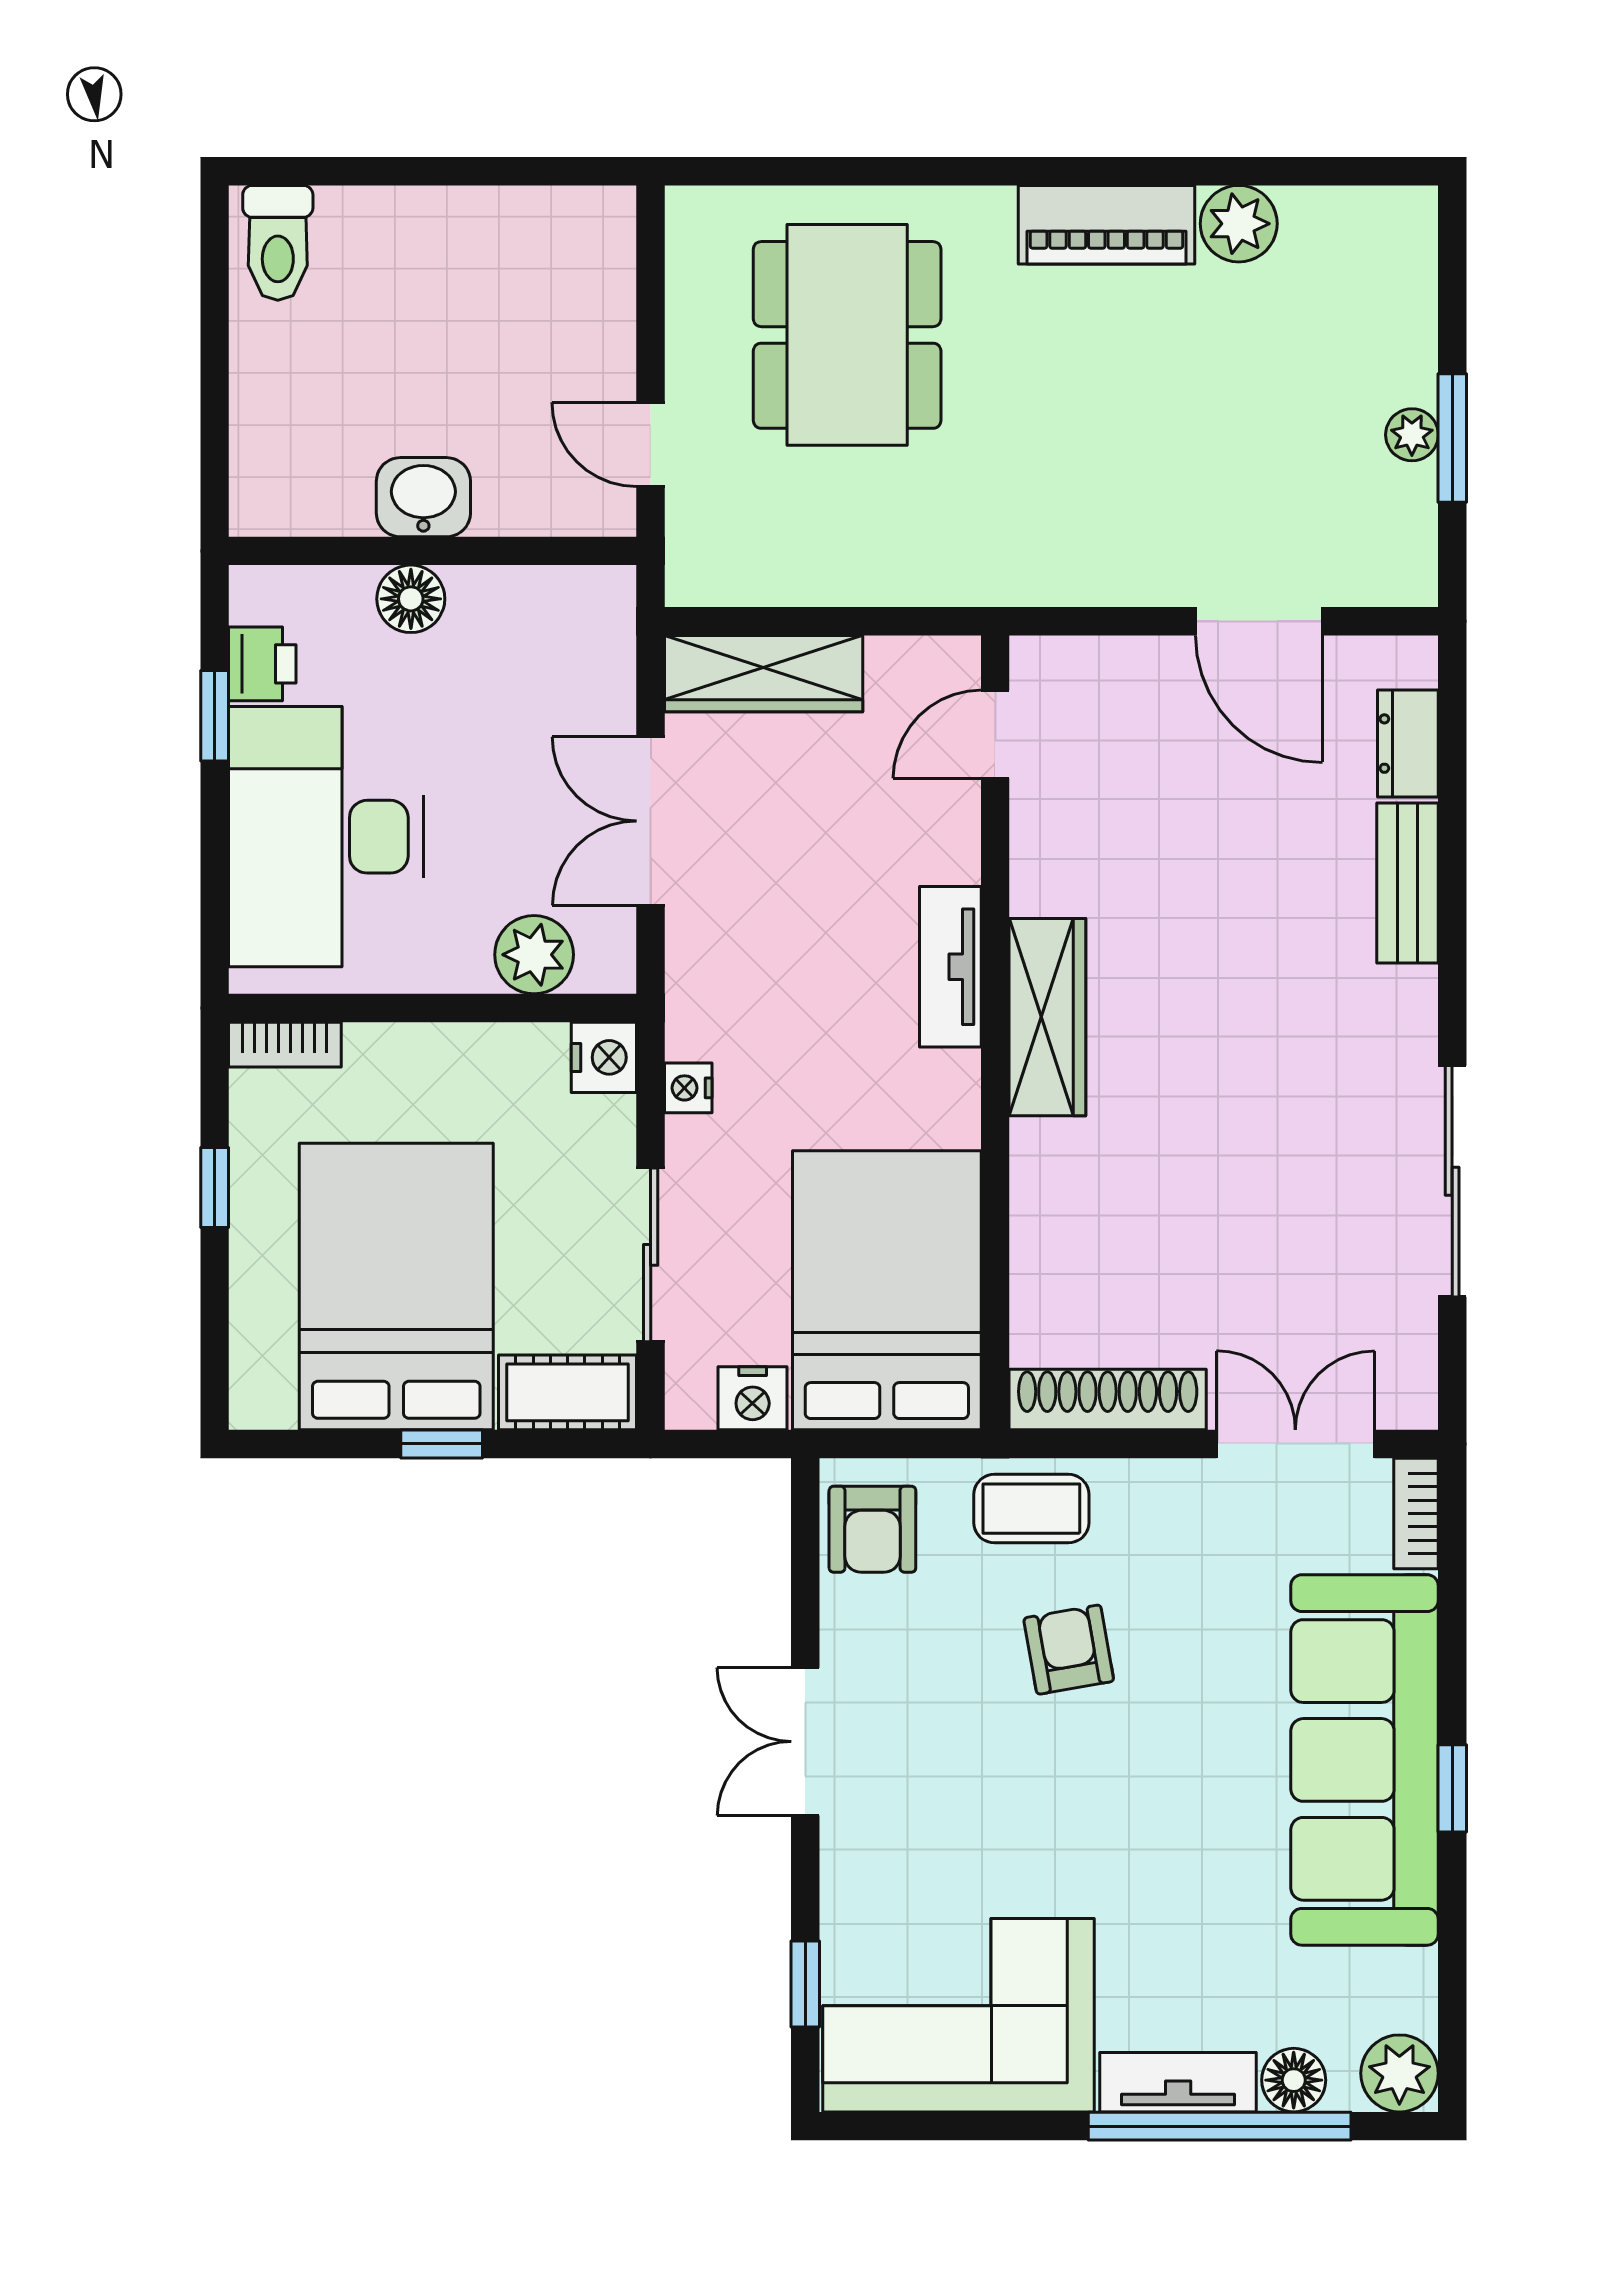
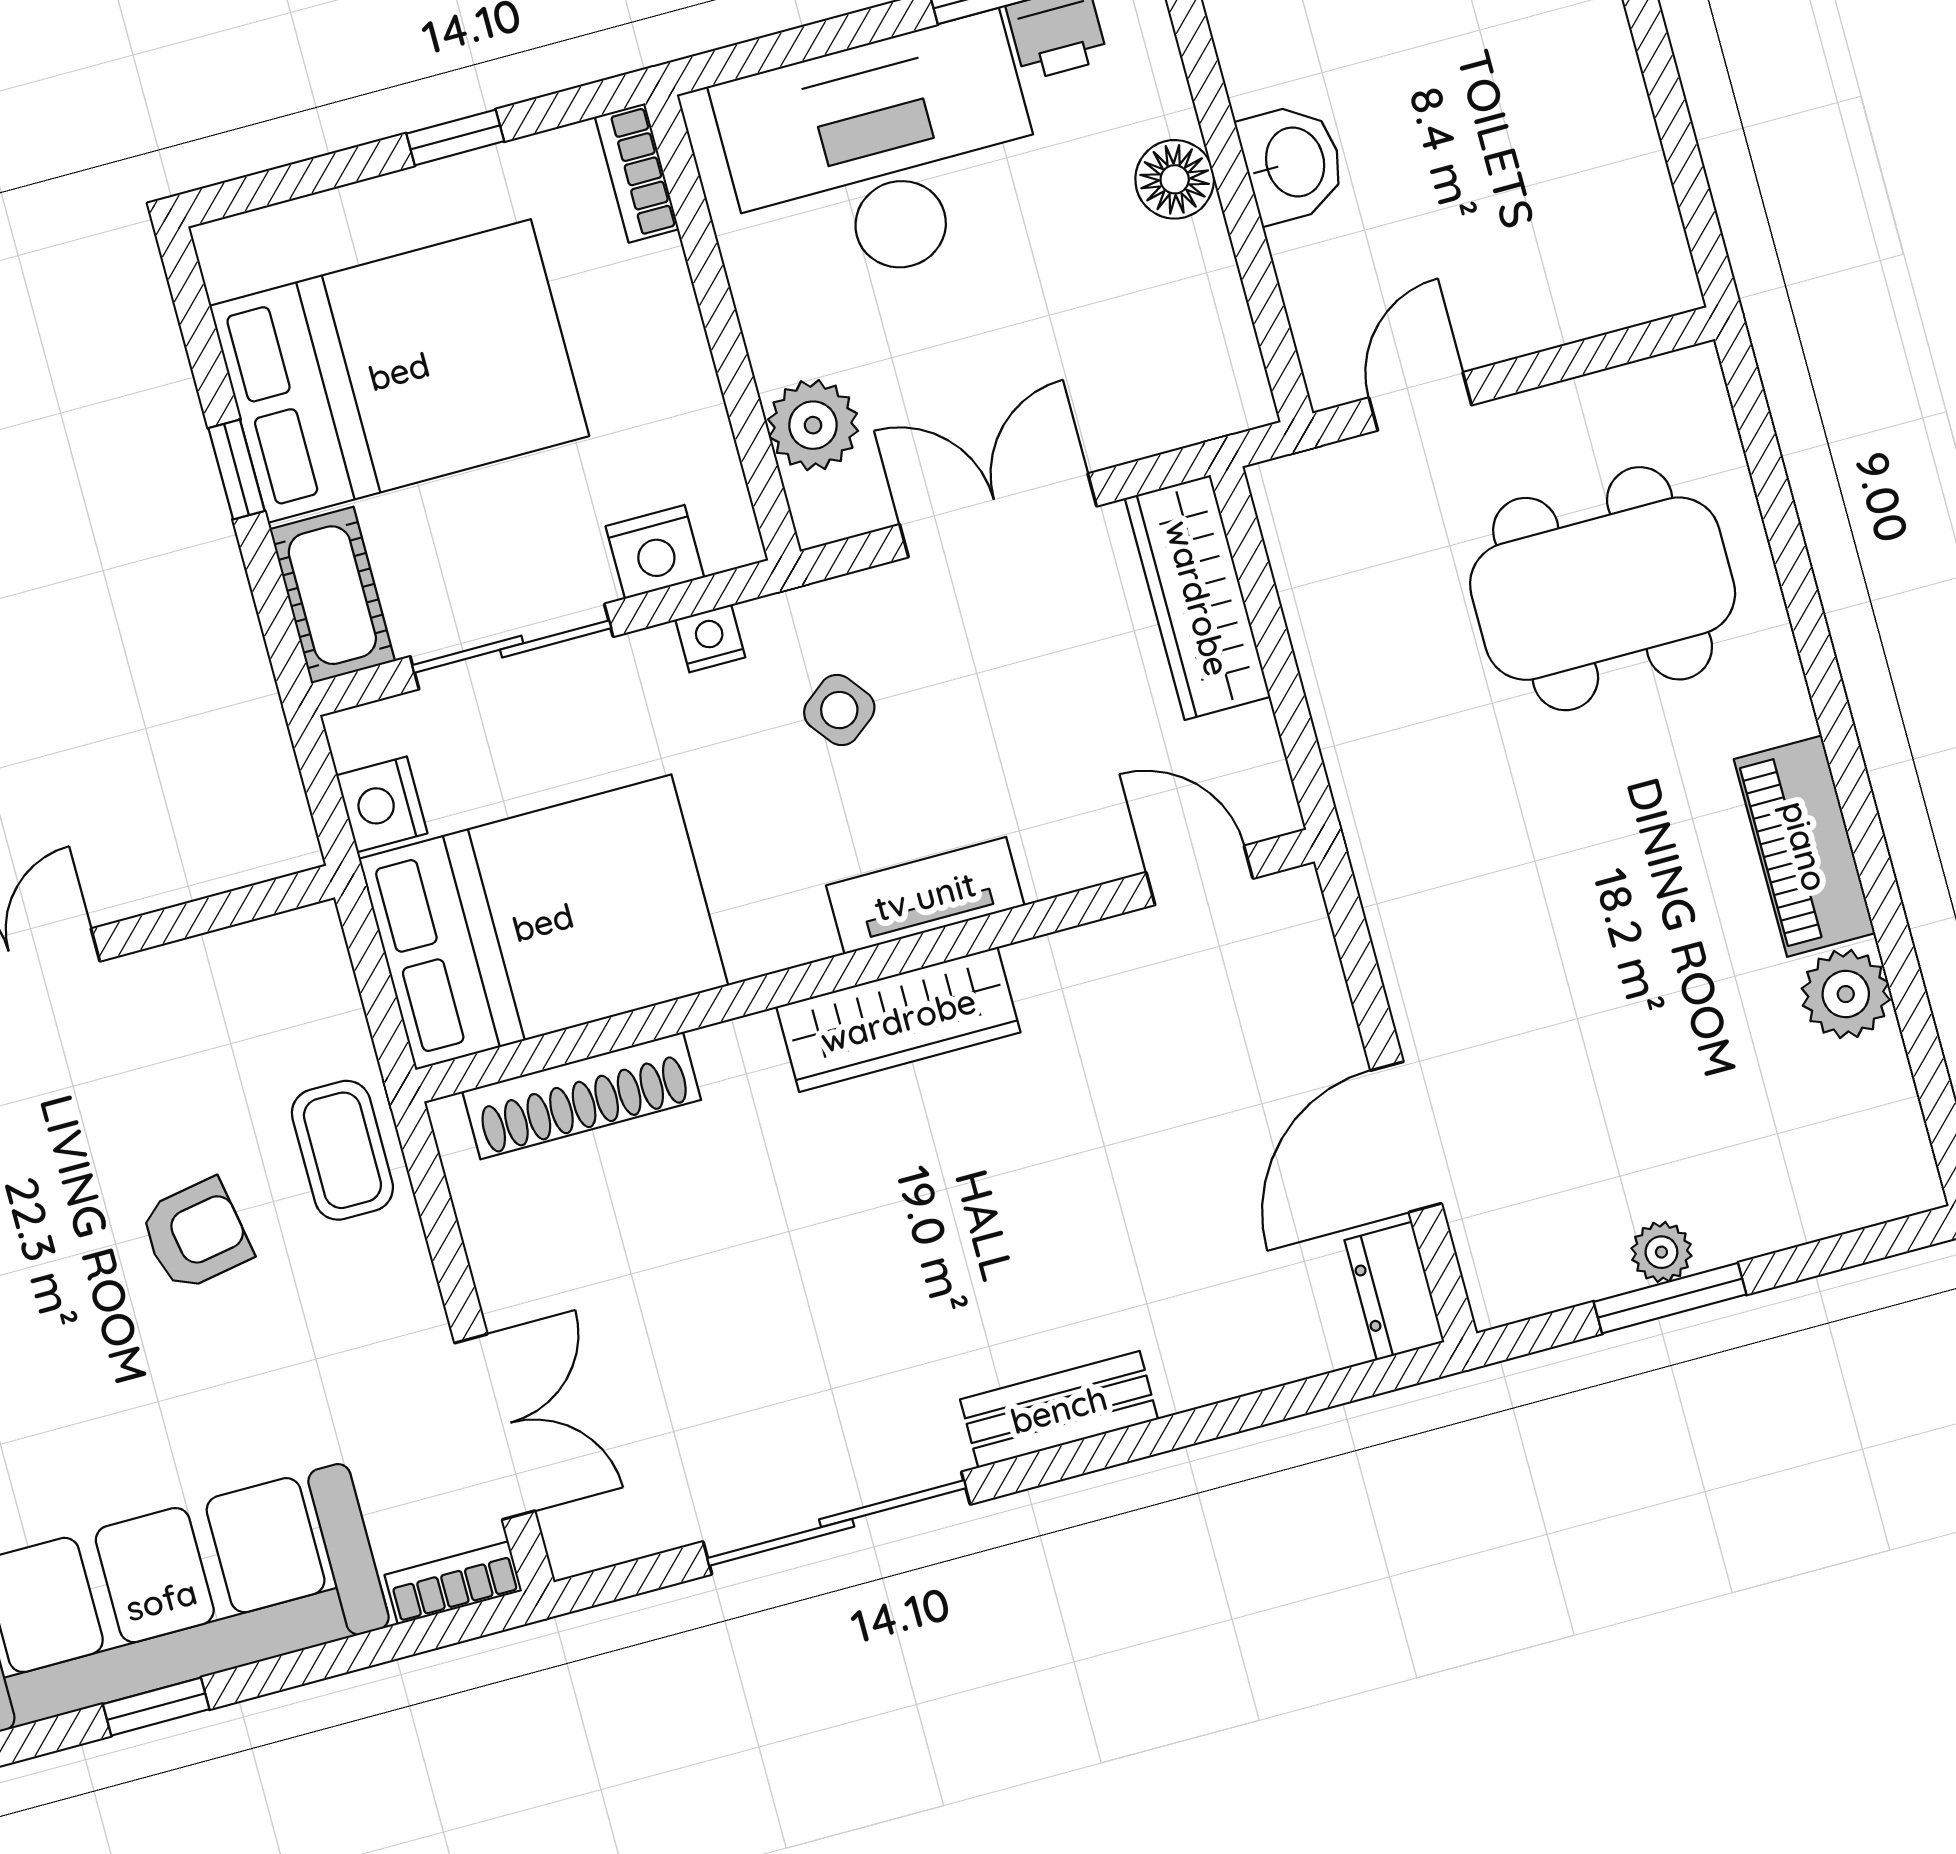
dresser: (1408, 744) -> (1394, 1291), moved, turned -90
bench: (1408, 883) -> (1059, 1409), moved
side table: (777, 997) -> (839, 710), added
nightstand: (604, 1057) -> (655, 552), moved
shoe rack: (1108, 1400) -> (582, 1096), moved, turned 90
armchair: (872, 1529) -> (271, 978), removed

